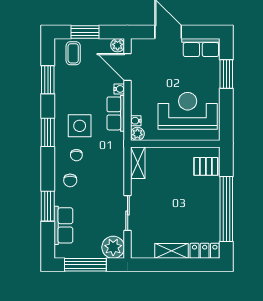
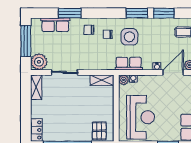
row of seats: (116, 113) -> (129, 64), moved
window: (48, 132) -> (137, 13), moved
shelving: (171, 251) -> (36, 87), moved

